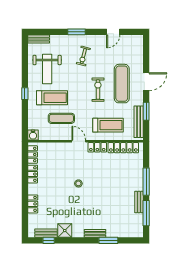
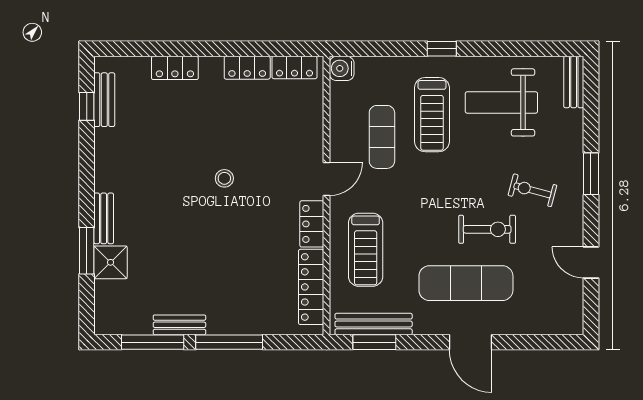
exercise bike: (98, 90) -> (487, 229), moved
window: (146, 111) -> (374, 342), moved
shower: (65, 231) -> (111, 262), moved

